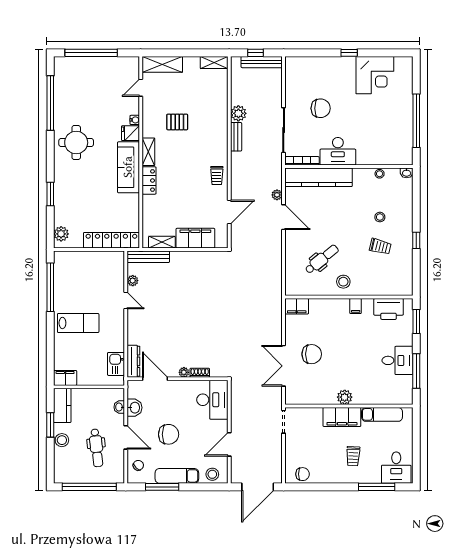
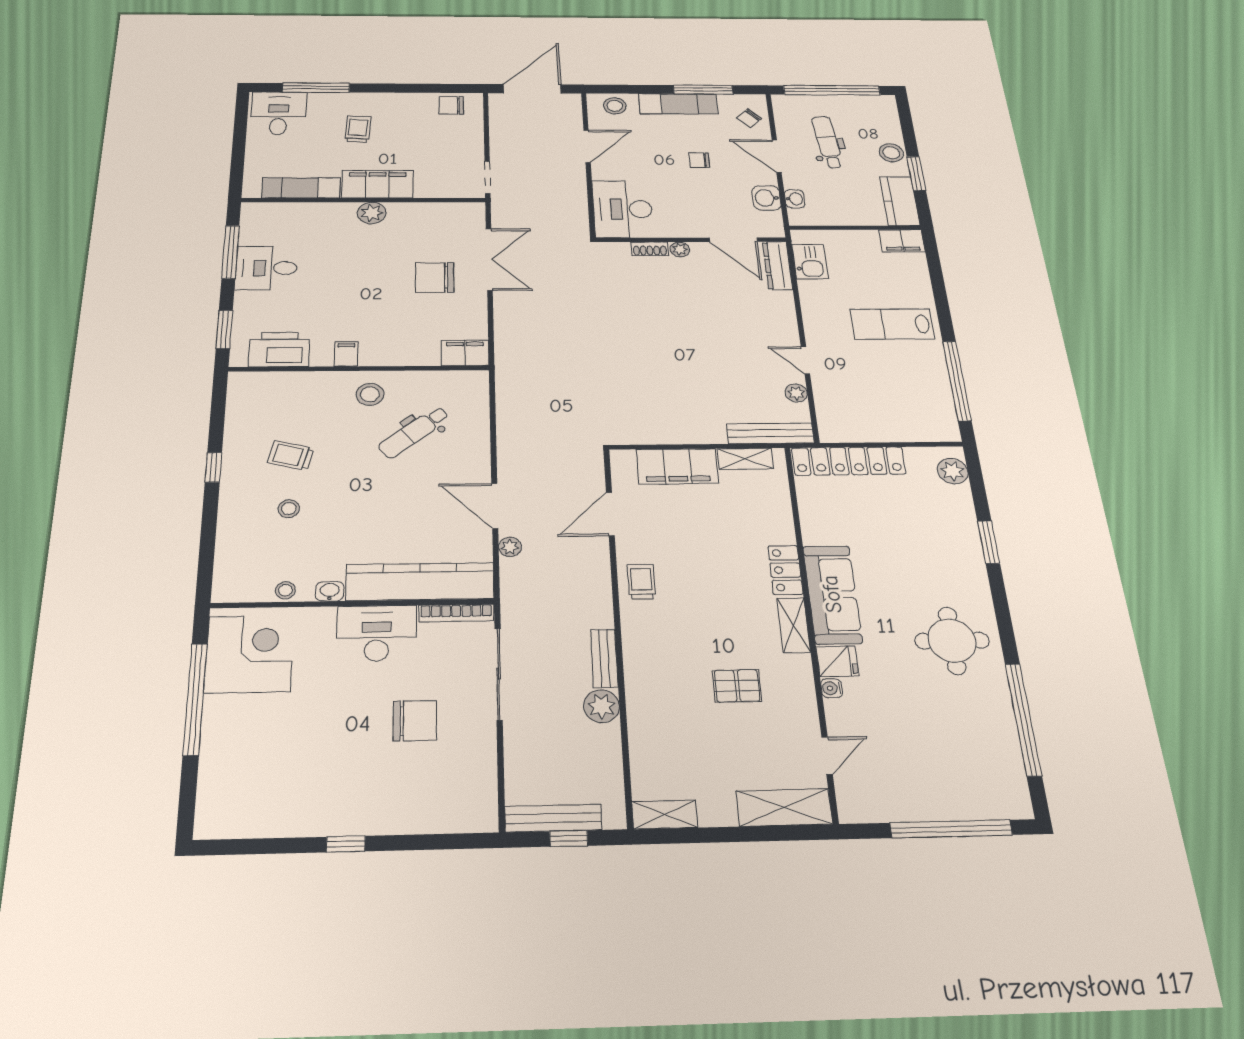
corner desk: (375, 75) -> (249, 654), moved, turned 90
chair: (321, 108) -> (415, 721), turned 180
washbasin: (407, 173) -> (330, 591), moved
chair: (169, 434) -> (699, 160), width x0.54, depth x0.54

